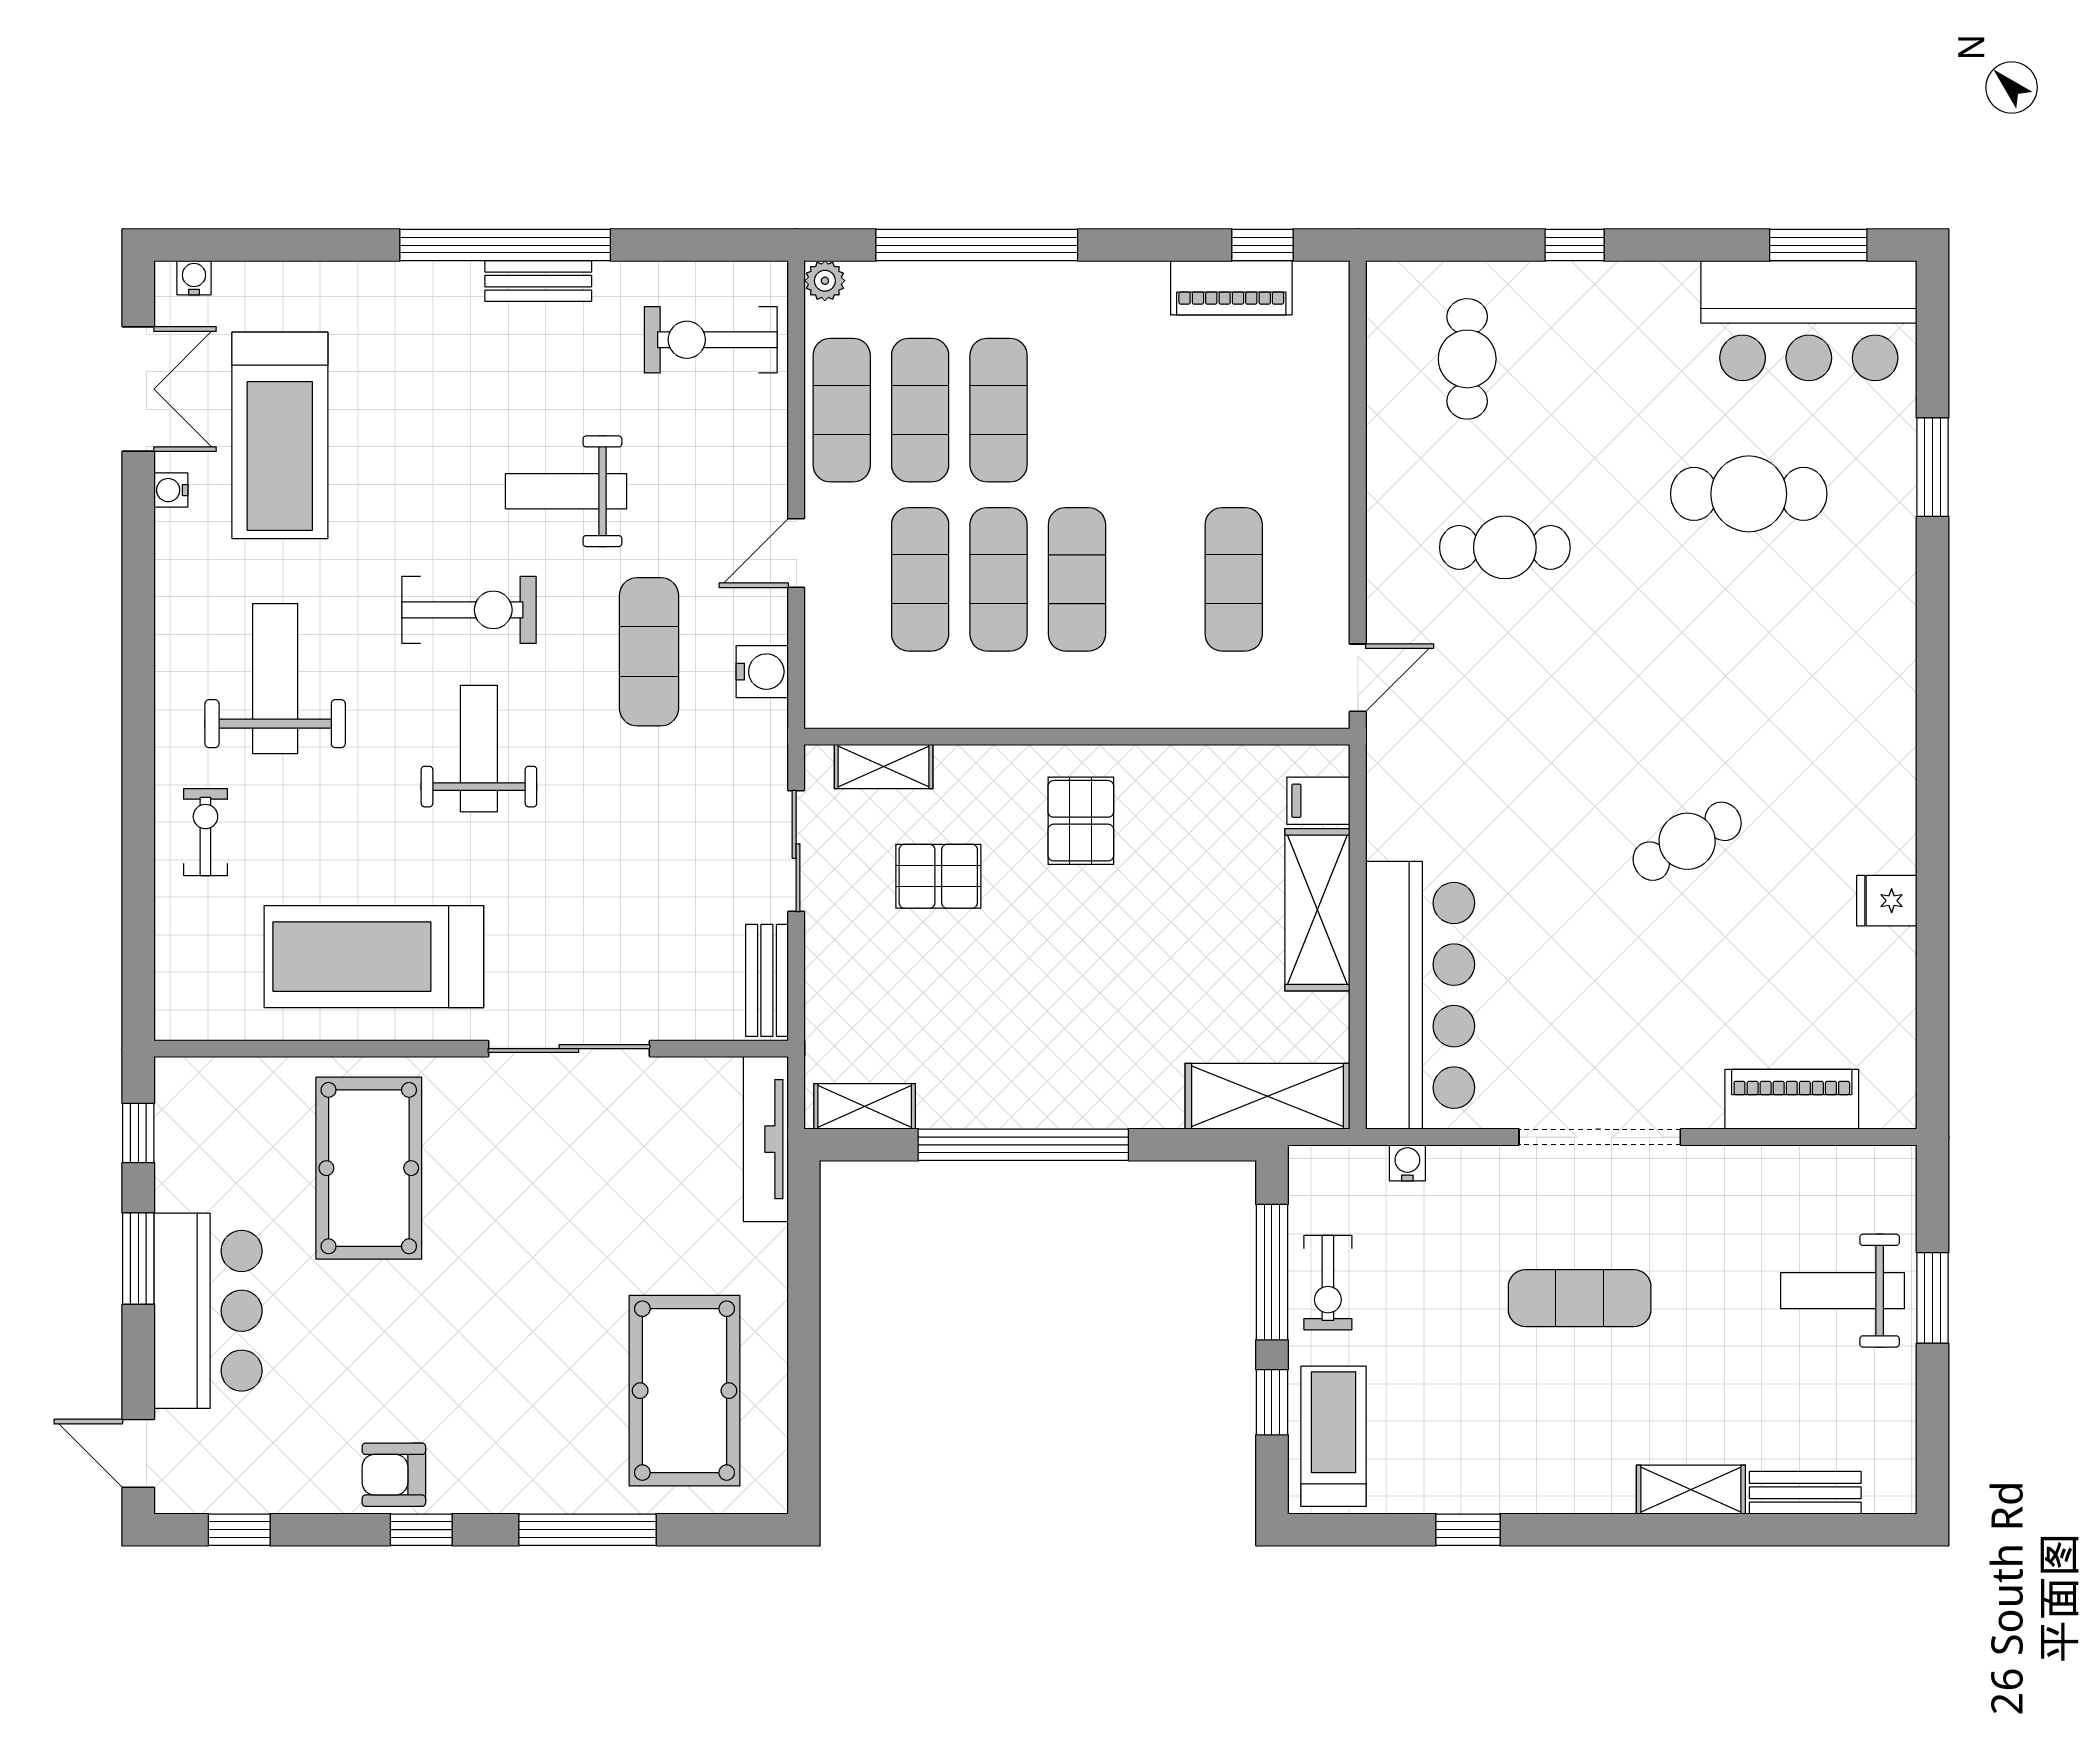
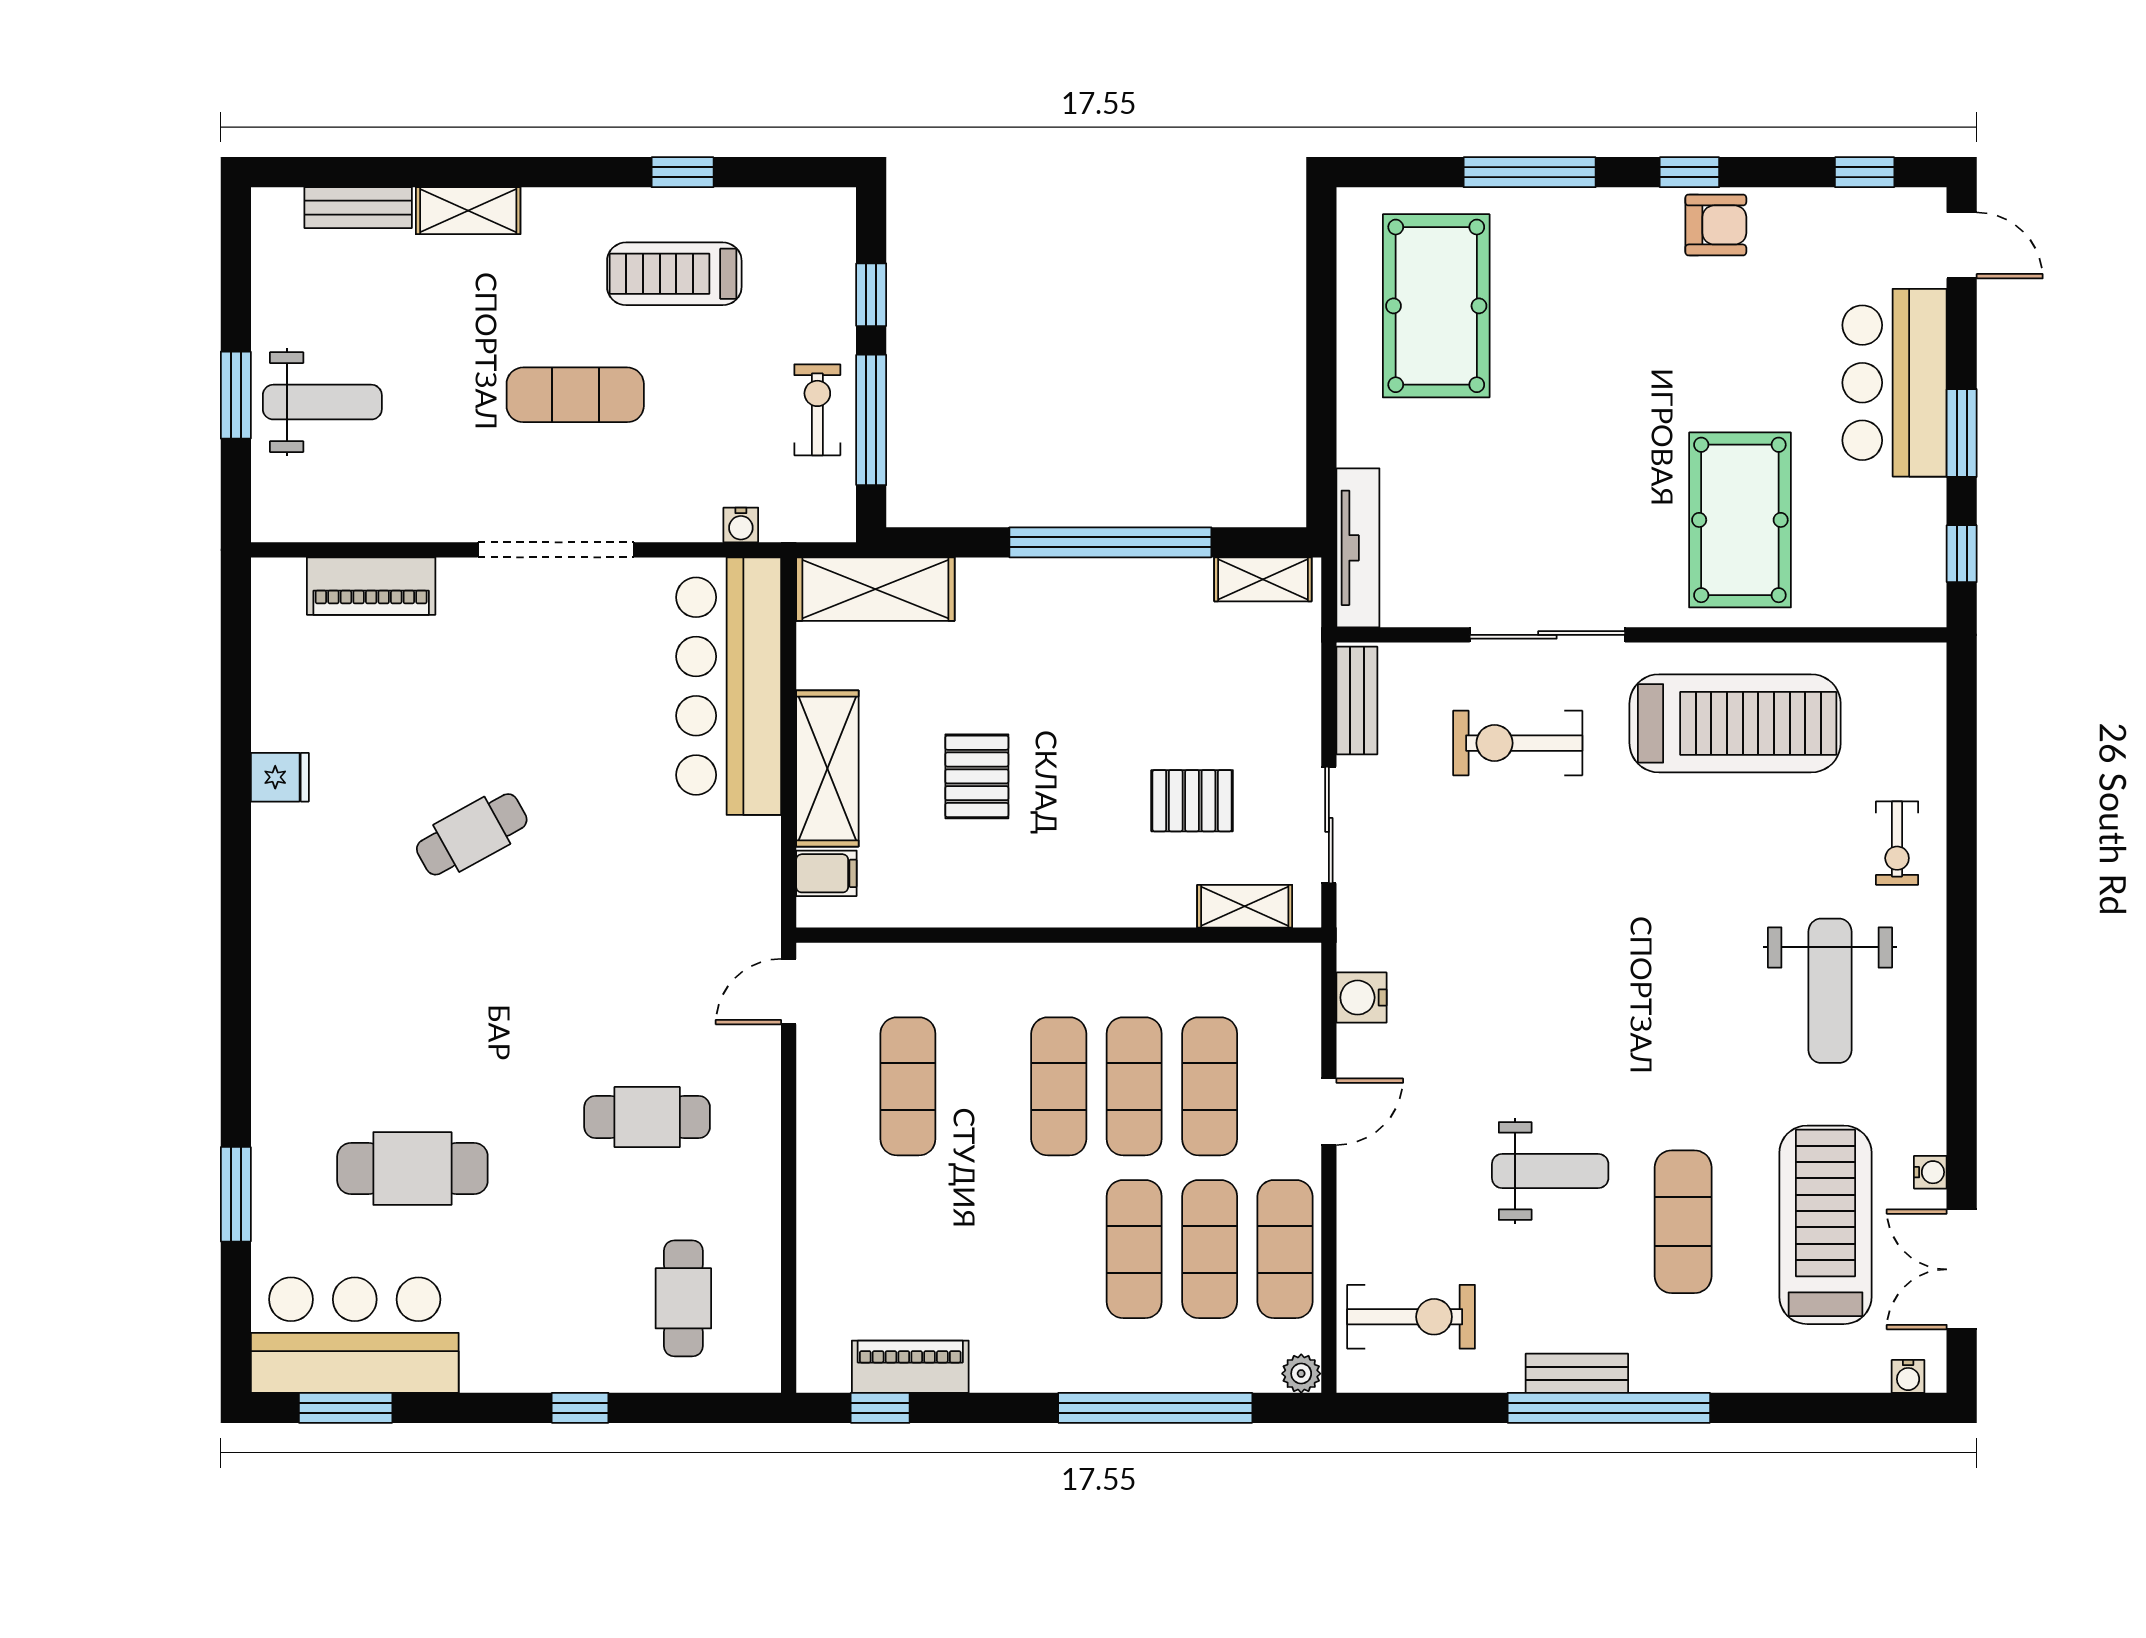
exercise bike: (469, 610) -> (1518, 743), moved
exercise mat: (649, 652) -> (1683, 1222), moved
weight bench: (479, 749) -> (1634, 923), removed
pallet: (1081, 821) -> (977, 776), moved
treadmill: (1334, 1436) -> (674, 274), moved, turned 90

